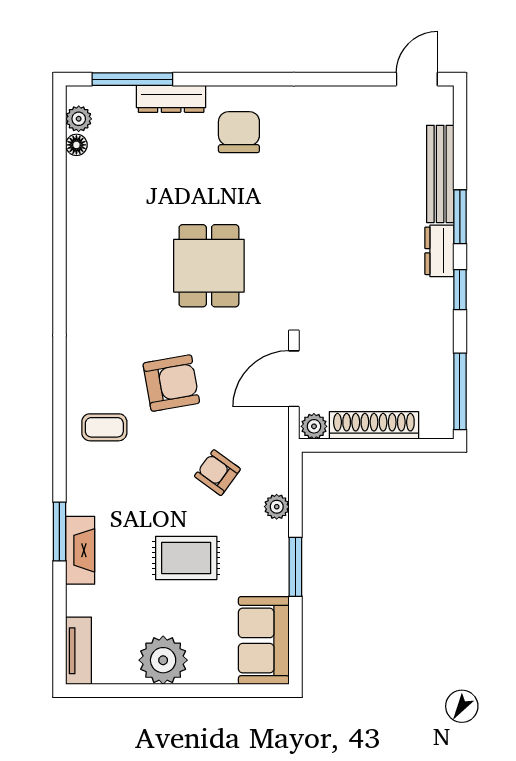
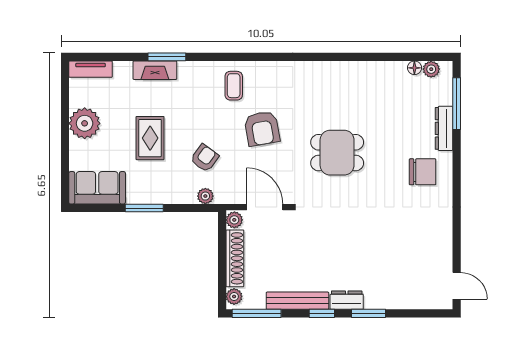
bench: (440, 174) -> (297, 301), moved
plant: (434, 427) -> (234, 296), added
plant: (277, 507) -> (205, 196), moved

